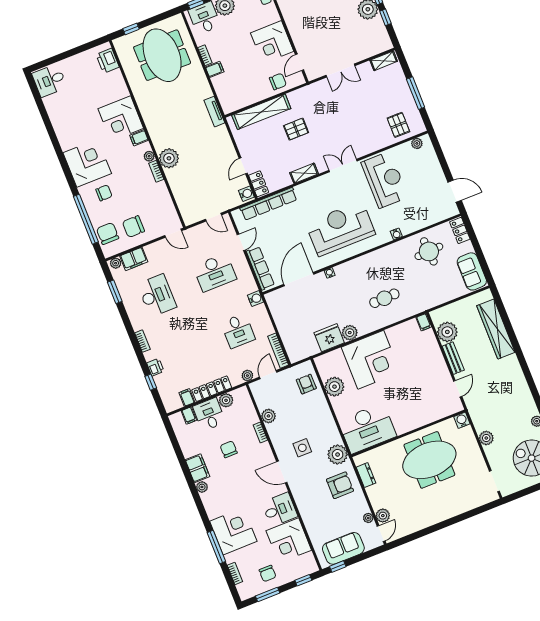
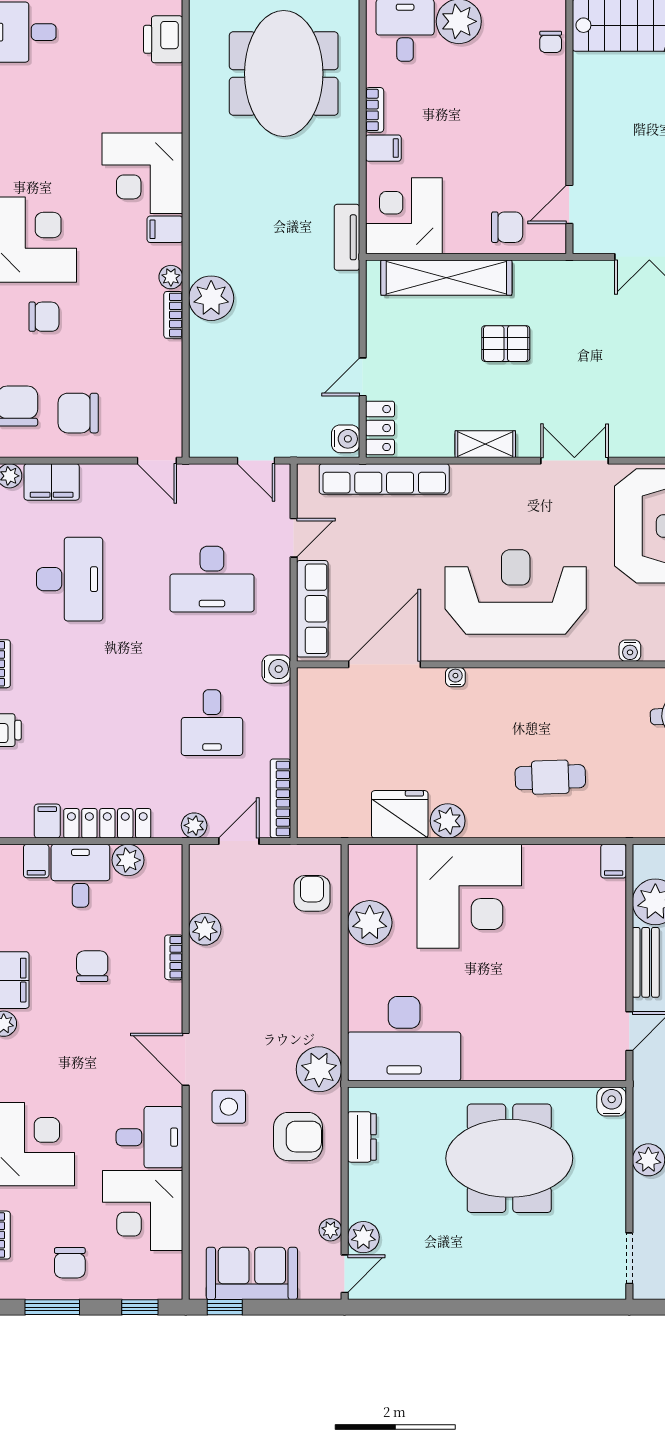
corner desk: (272, 42) -> (404, 216), moved, turned 90
side table: (302, 448) -> (229, 1107), moved

